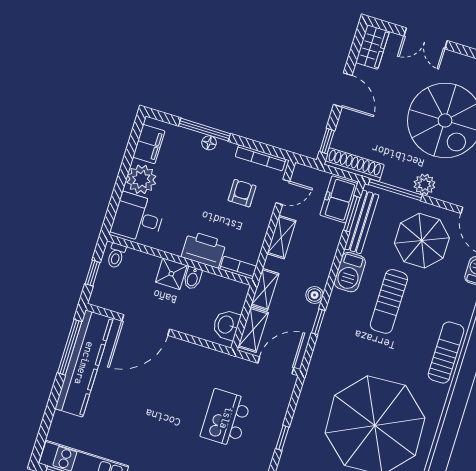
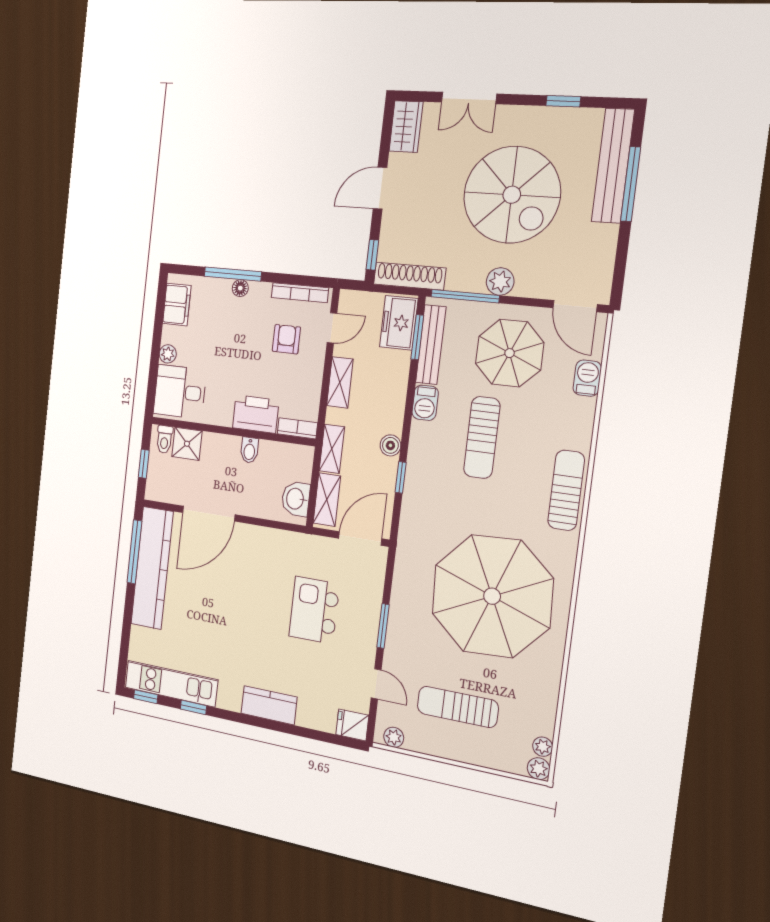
door: (343, 90) -> (380, 188), swing flipped
plant: (141, 179) -> (168, 354), width x0.53, depth x0.53
barbecue: (350, 272) -> (425, 403), width x0.73, depth x0.79
shower: (171, 274) -> (187, 444), moved
window: (282, 438) -> (383, 626), width x1.50

